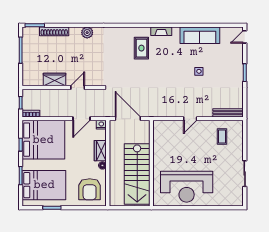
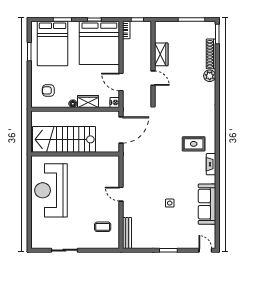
plant: (87, 33) -> (210, 76), moved
armchair: (90, 189) -> (48, 90), width x0.53, depth x0.53

